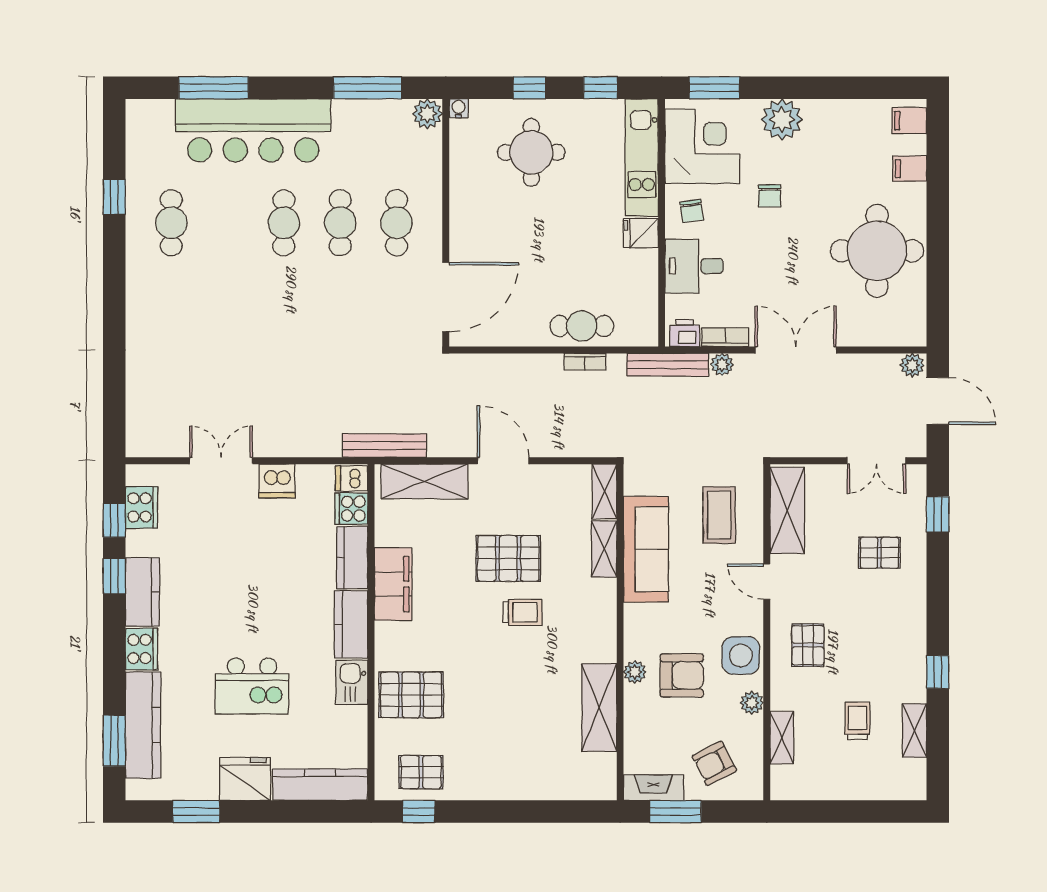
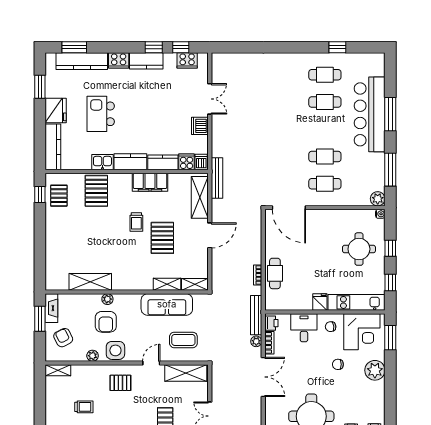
window: (213, 88) -> (390, 114), moved
cafe table: (284, 223) -> (325, 102), moved
trolley: (522, 612) -> (136, 222), moved
shelving: (782, 738) -> (58, 370), moved

